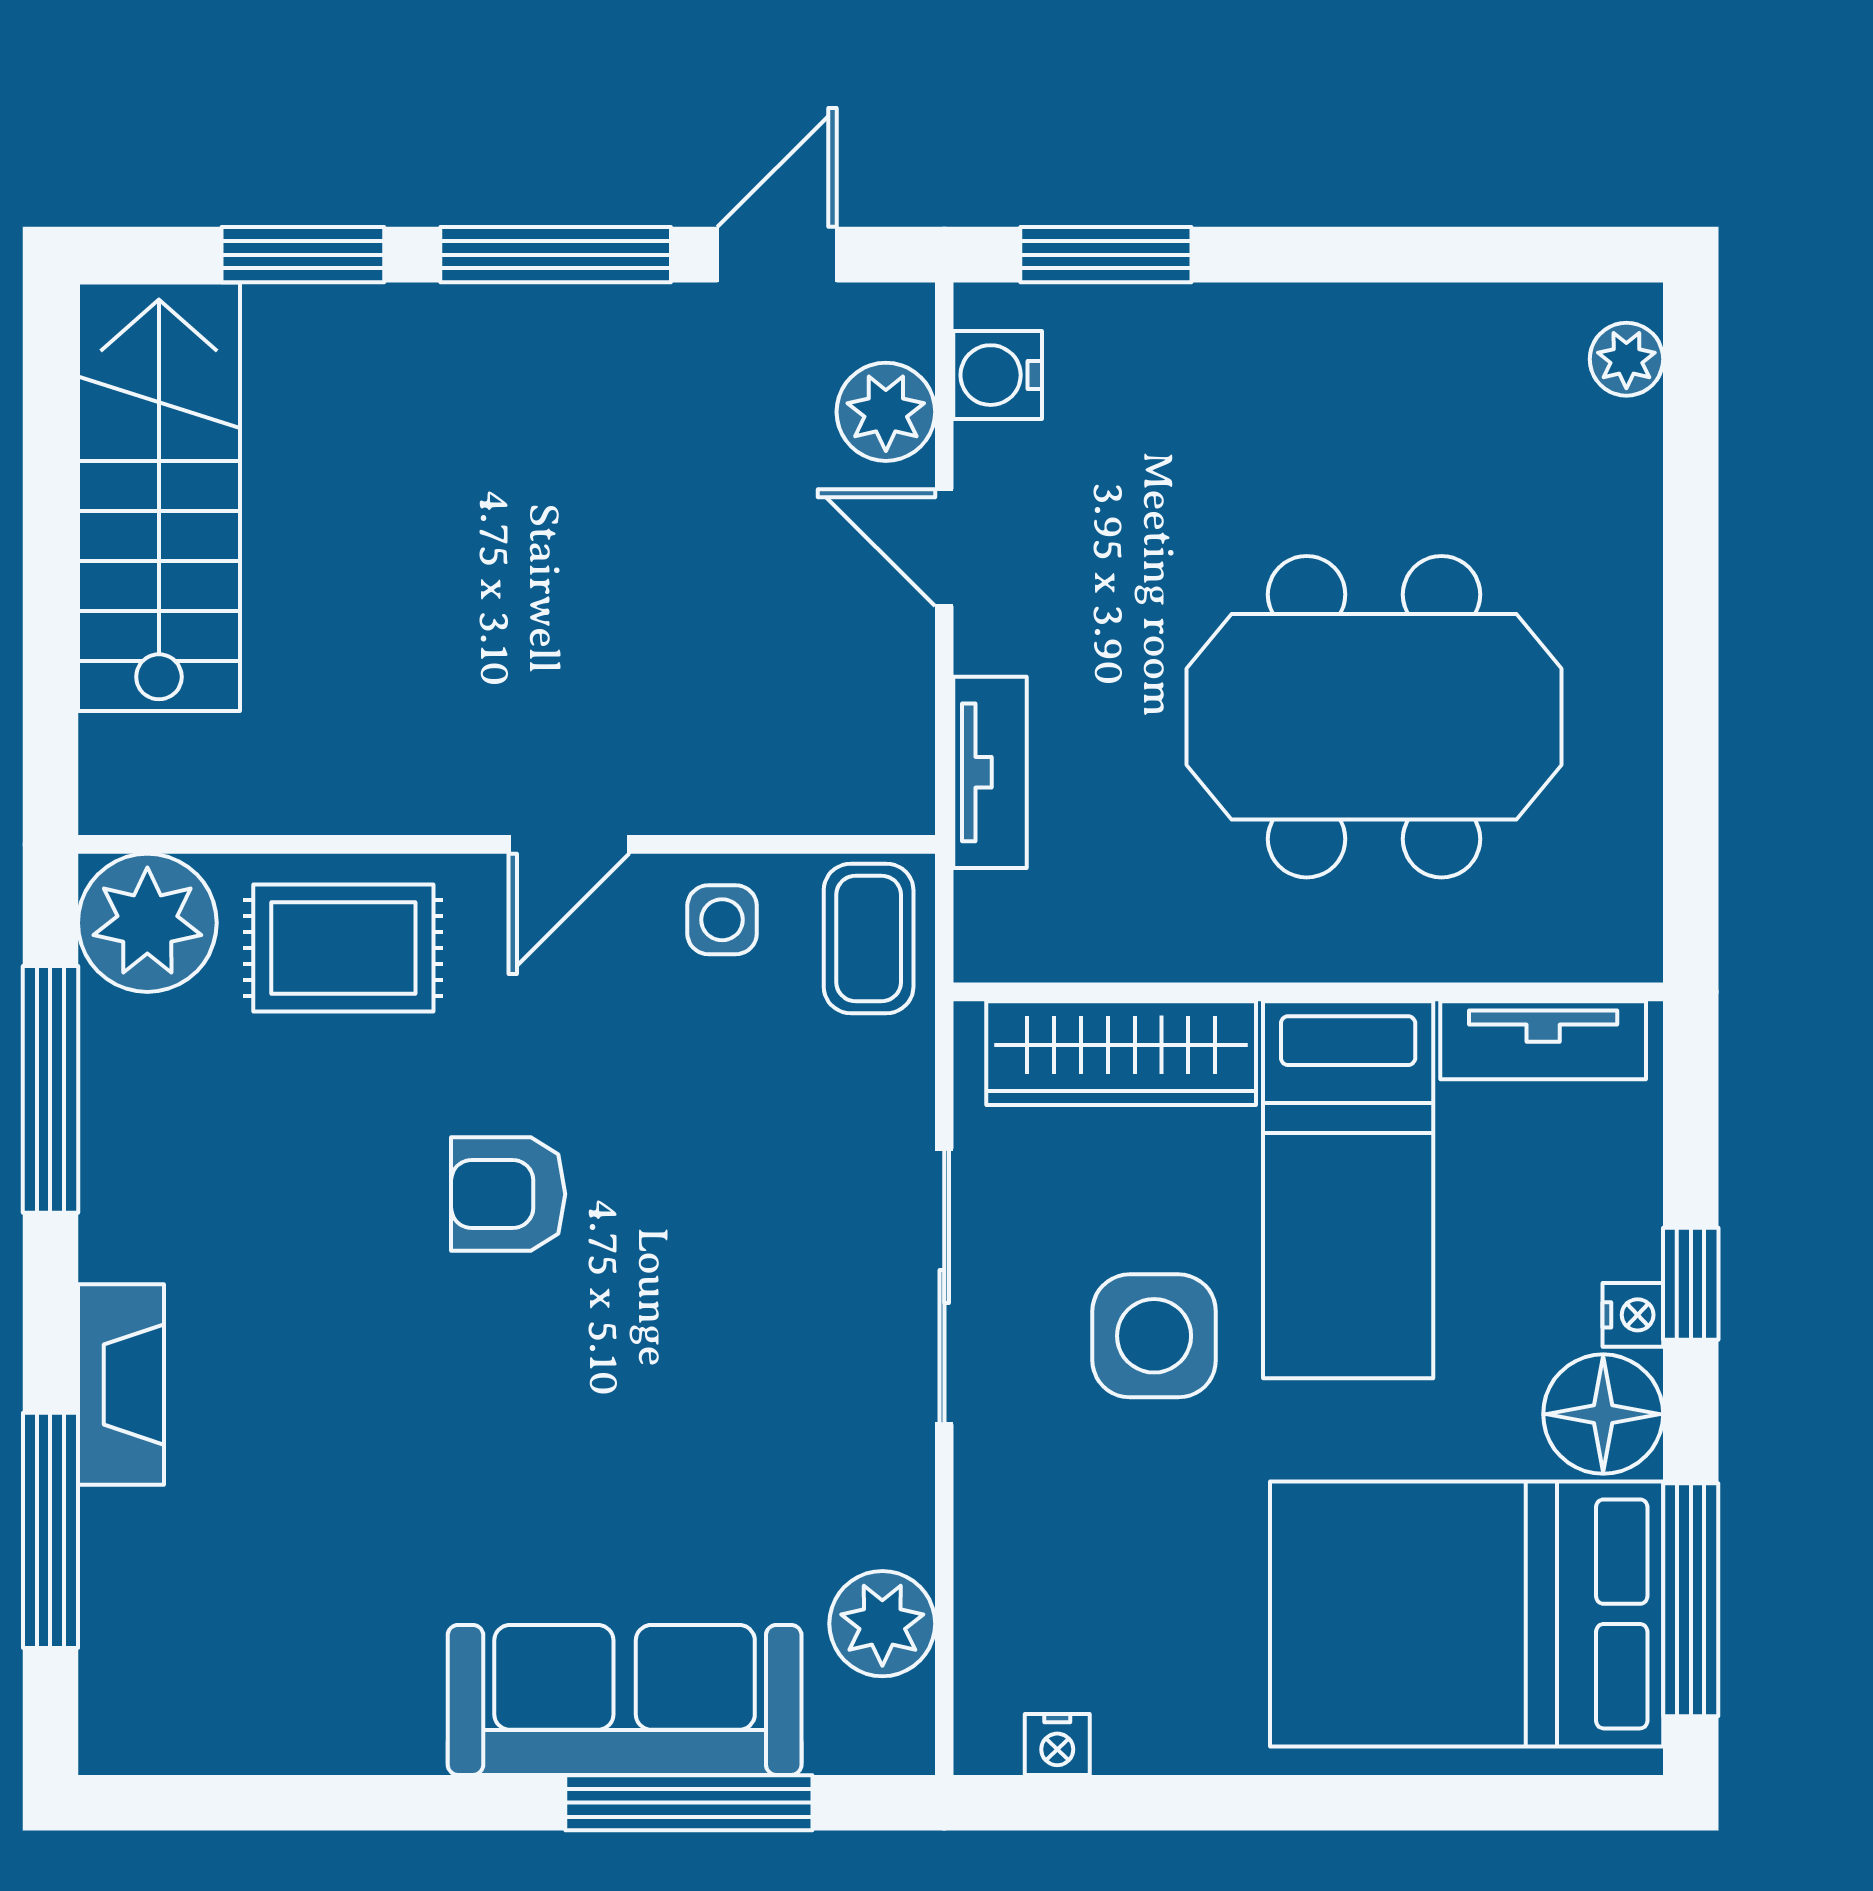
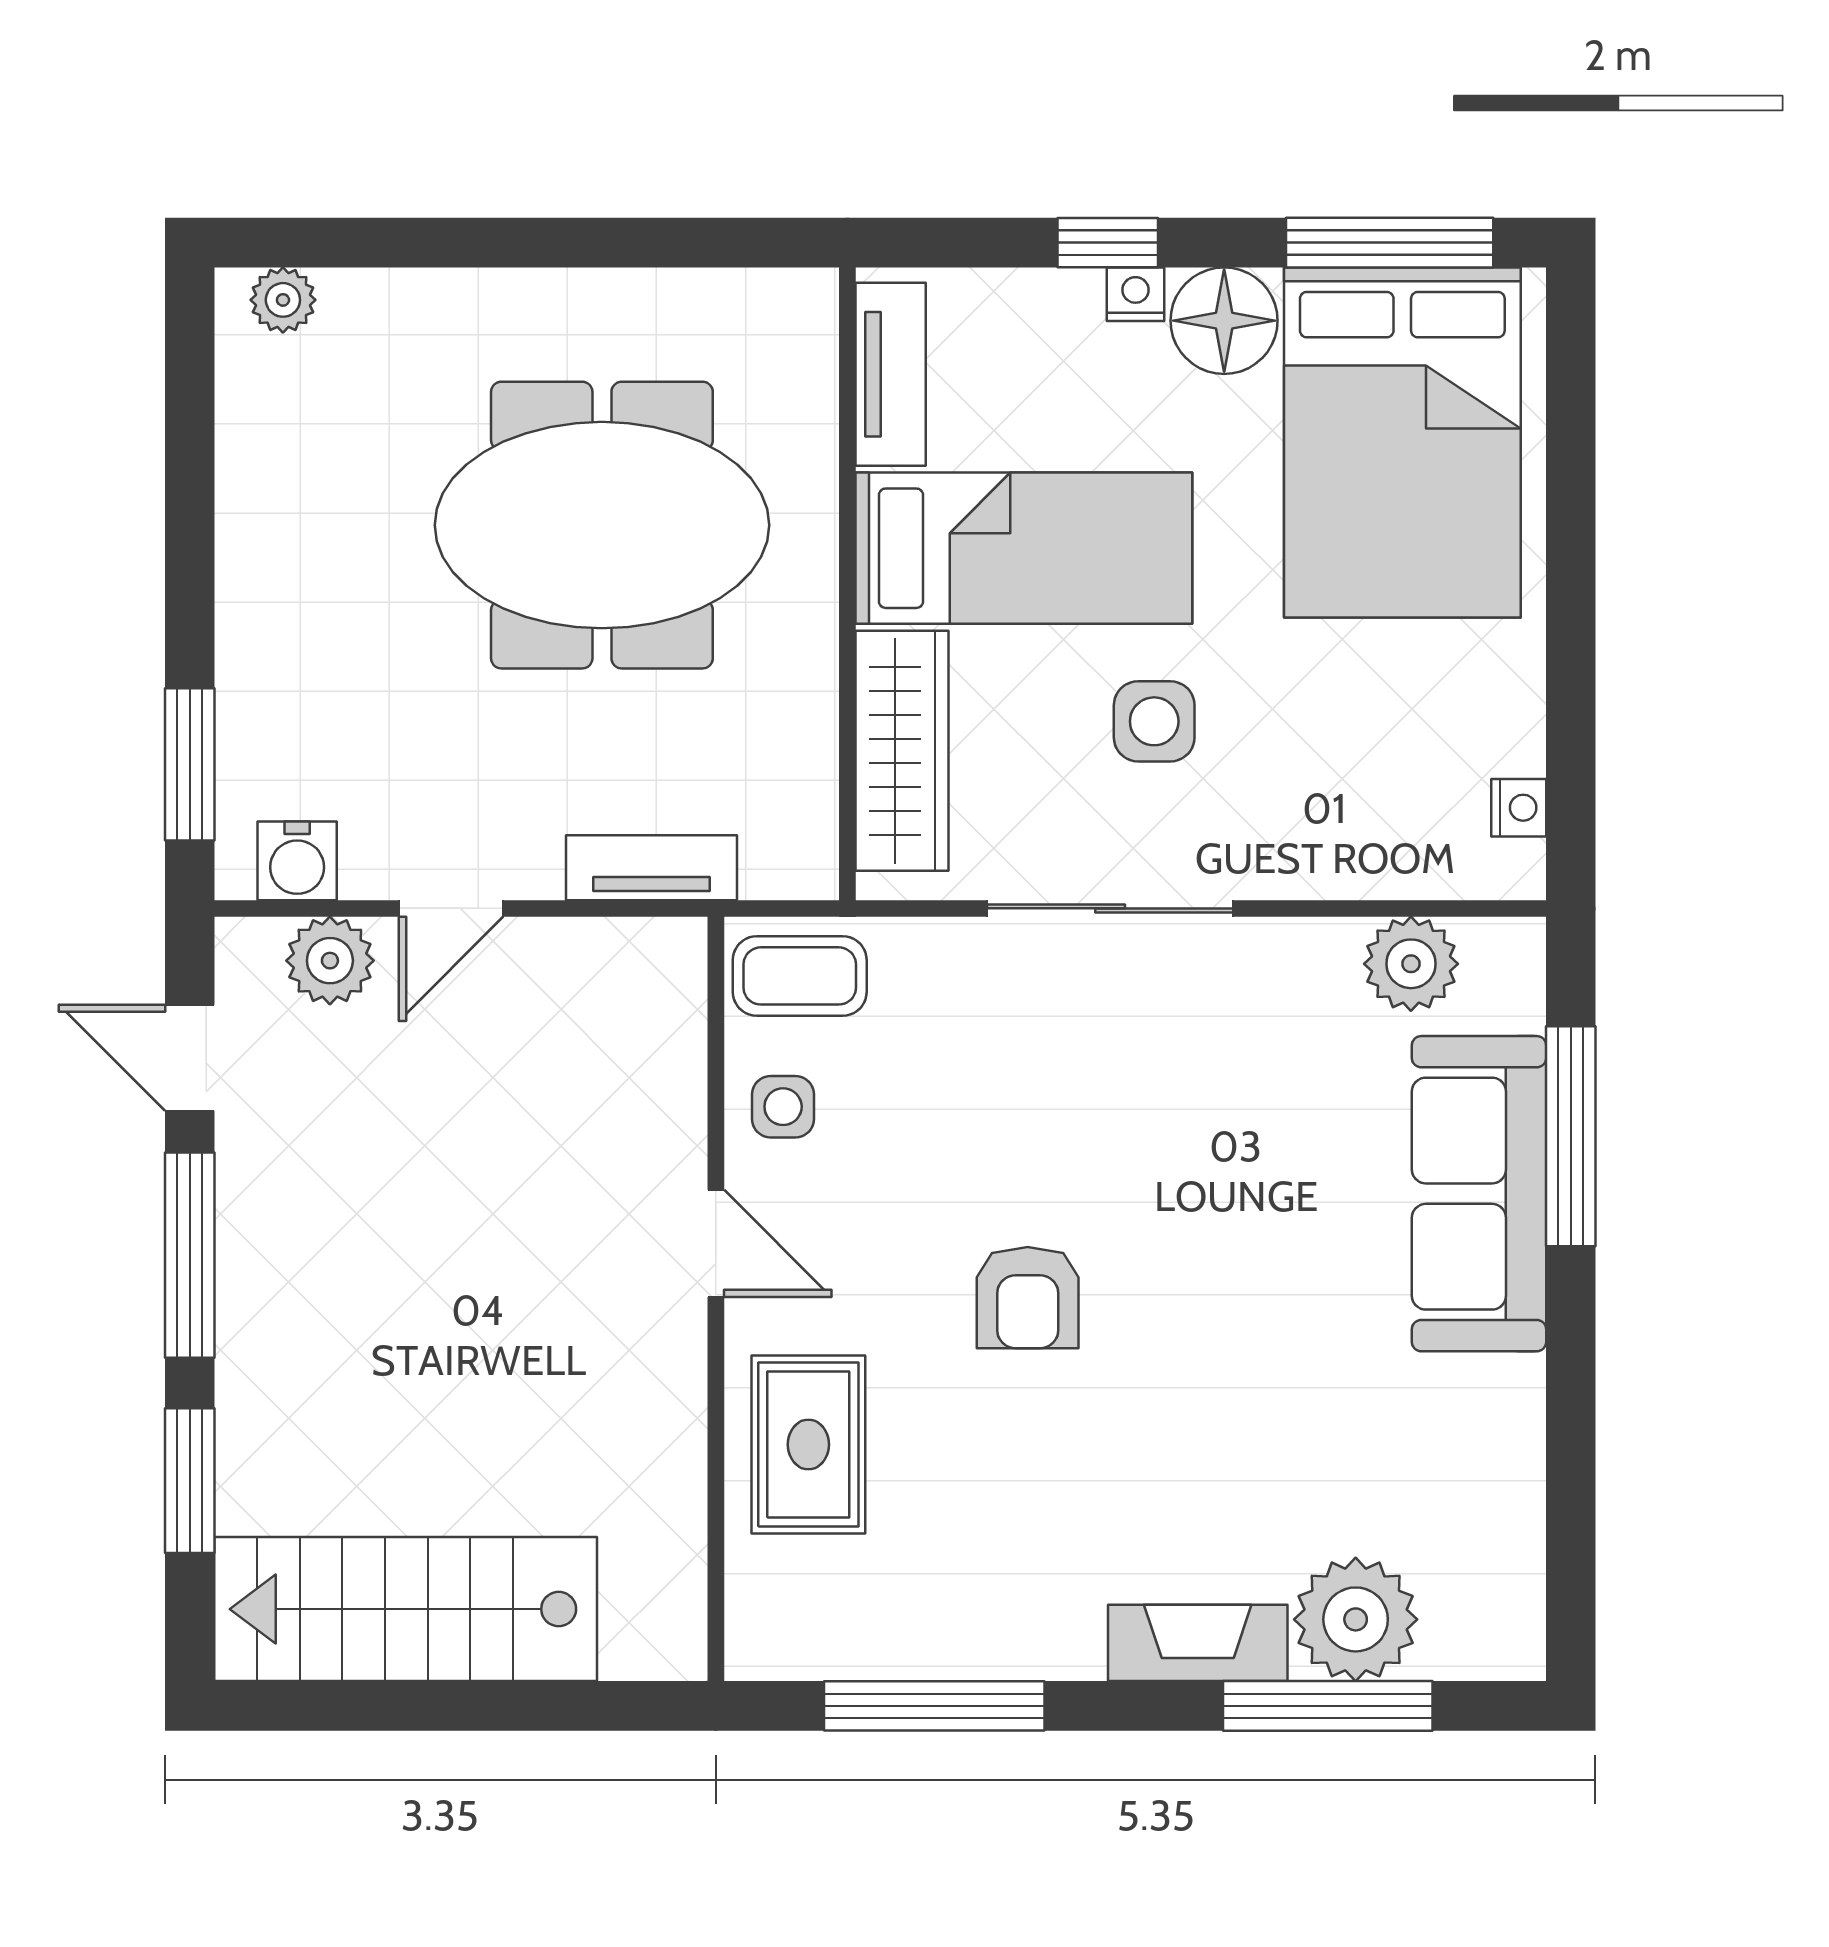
meeting table: (1374, 717) -> (602, 525), turned 90
plant: (147, 923) -> (1356, 1619), moved
side table: (1154, 1336) -> (1154, 721), width x0.73, depth x0.73

